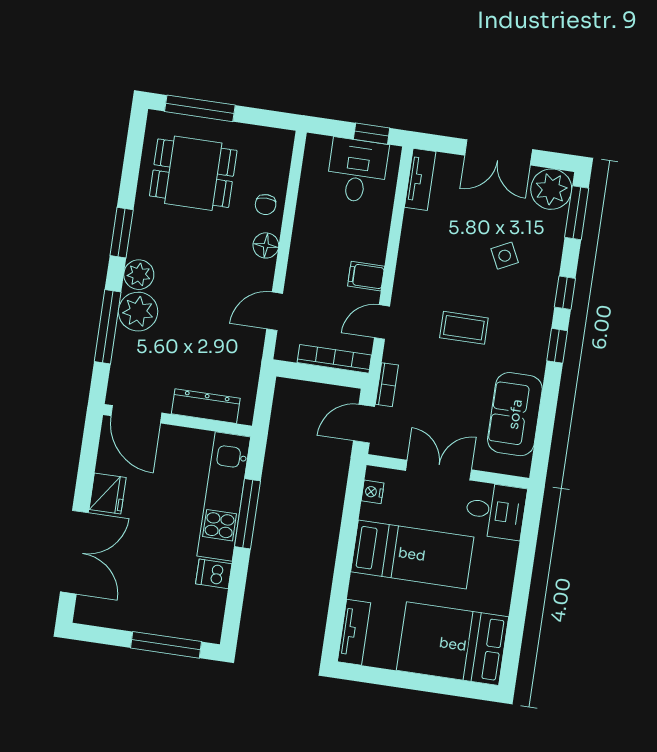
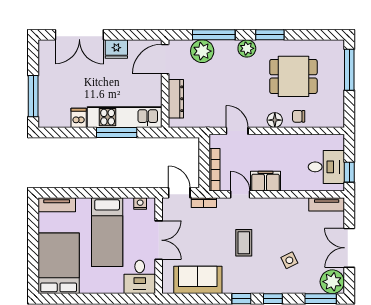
dining table: (193, 173) -> (293, 76), moved, turned 90
filing cabinet: (366, 276) -> (266, 181), width x2.00
plant: (138, 312) -> (202, 51), moved

